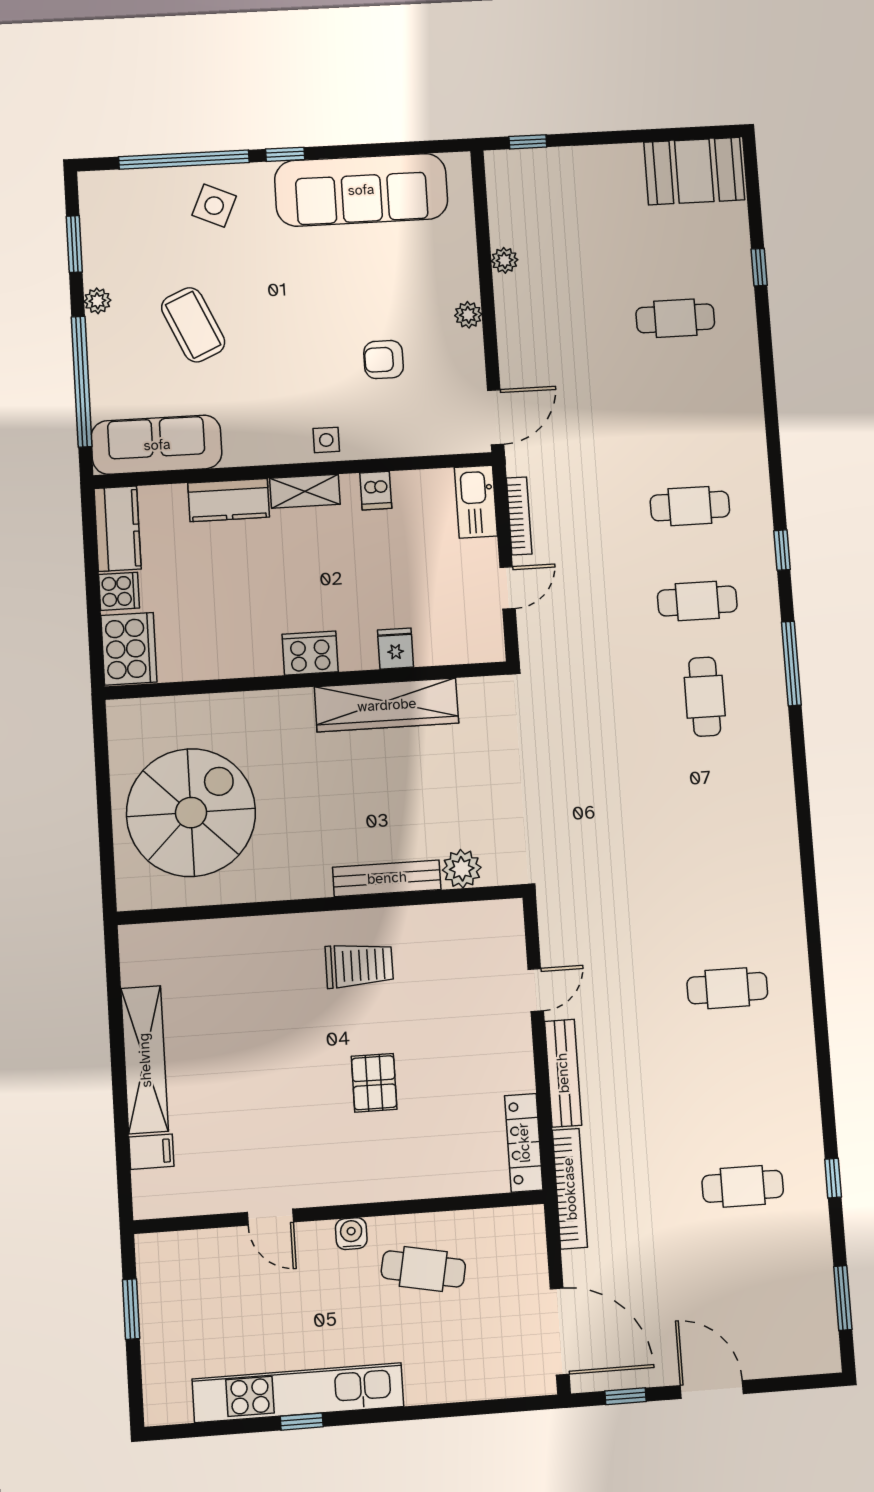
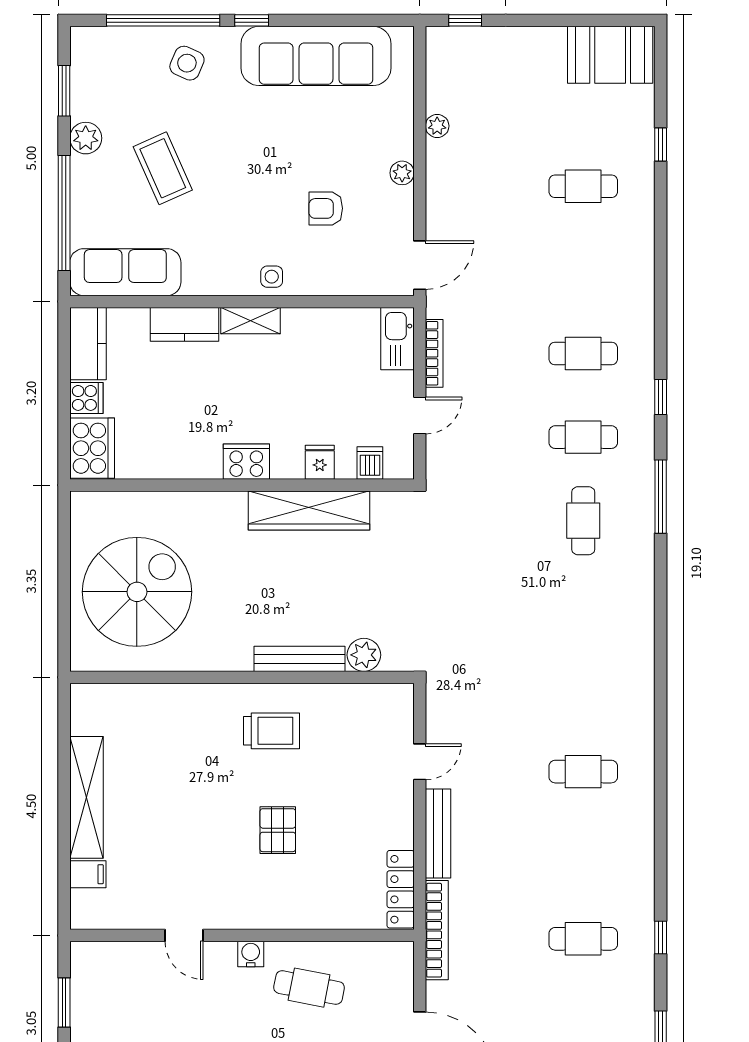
plant: (97, 301) -> (86, 138), width x1.38, depth x1.38
dishwasher: (376, 491) -> (370, 463), moved, turned 180

